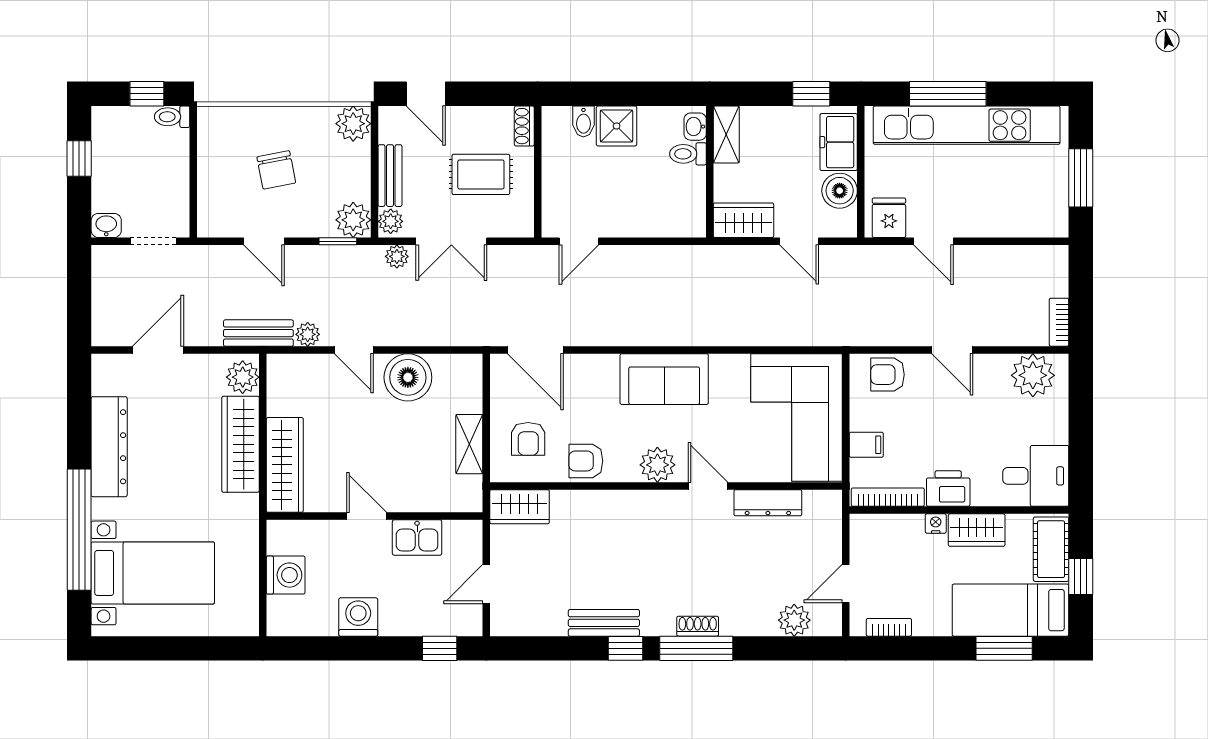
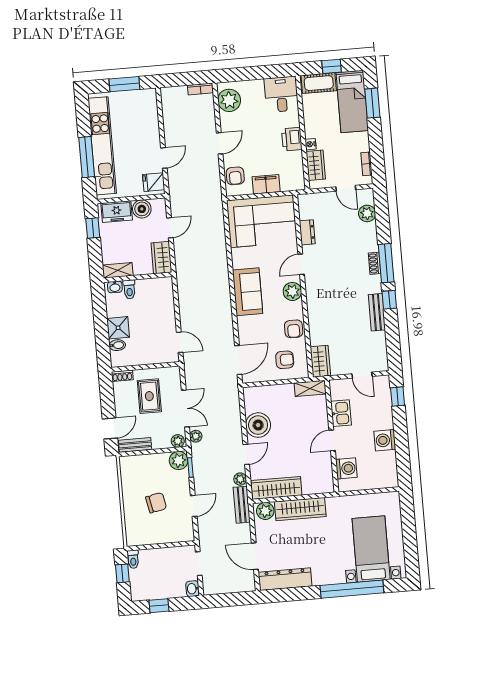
plant: (353, 124) -> (129, 465), removed
bench: (390, 176) -> (135, 445), moved
shelving: (469, 444) -> (310, 388), moved
filing cabinet: (866, 445) -> (266, 184), width x2.00
dresser: (109, 447) -> (285, 579), moved
wardrobe: (285, 465) -> (276, 488), moved
bookcase: (888, 497) -> (299, 170), removed
dresser: (768, 503) -> (307, 232), width x0.70
wardrobe: (977, 530) -> (316, 165), moved
washing machine: (286, 575) -> (346, 468), moved, turned 90

